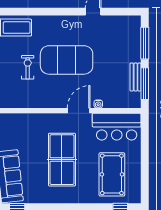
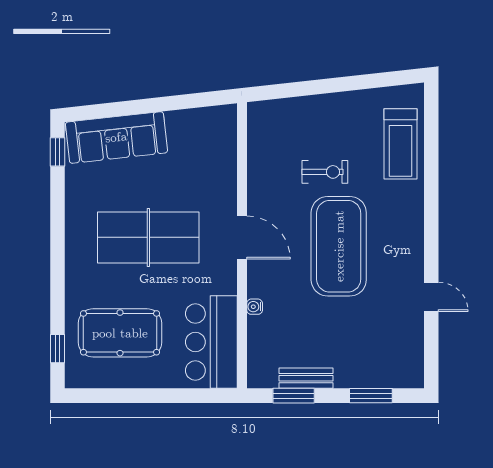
window: (145, 43) -> (371, 396), width x0.69
window: (145, 84) -> (294, 396), width x0.69
door: (79, 111) -> (242, 238), moved

